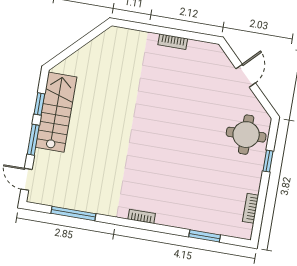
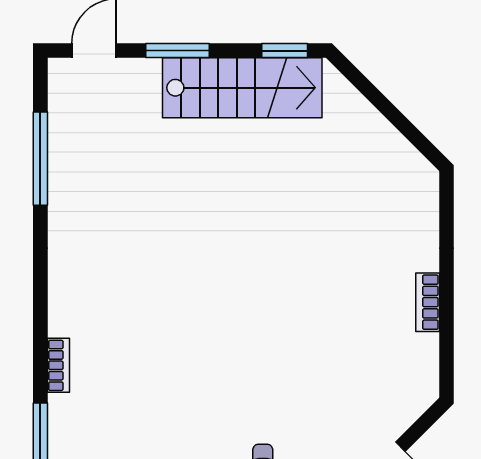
window: (39, 104) -> (285, 51), moved
bookcase: (142, 216) -> (58, 365), moved

